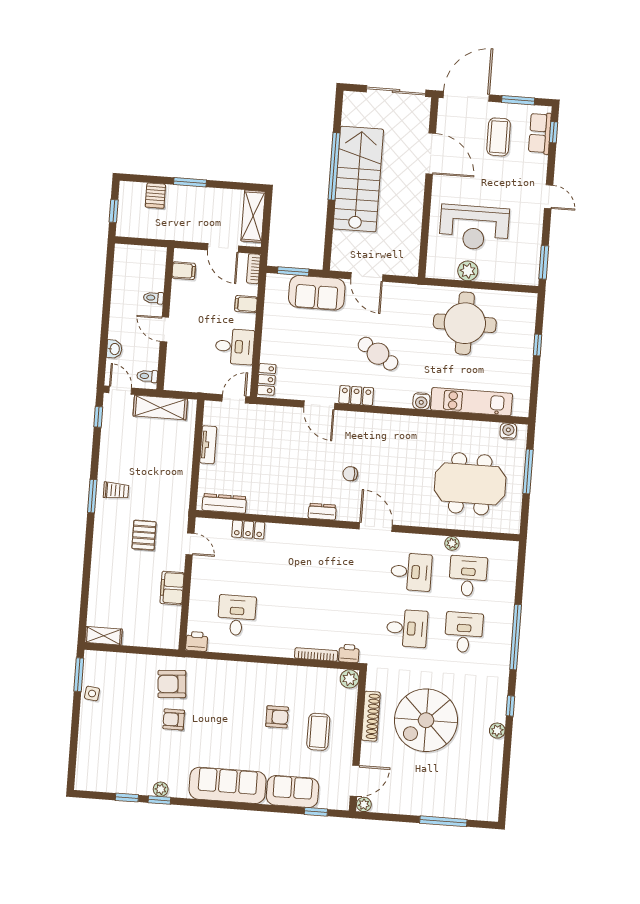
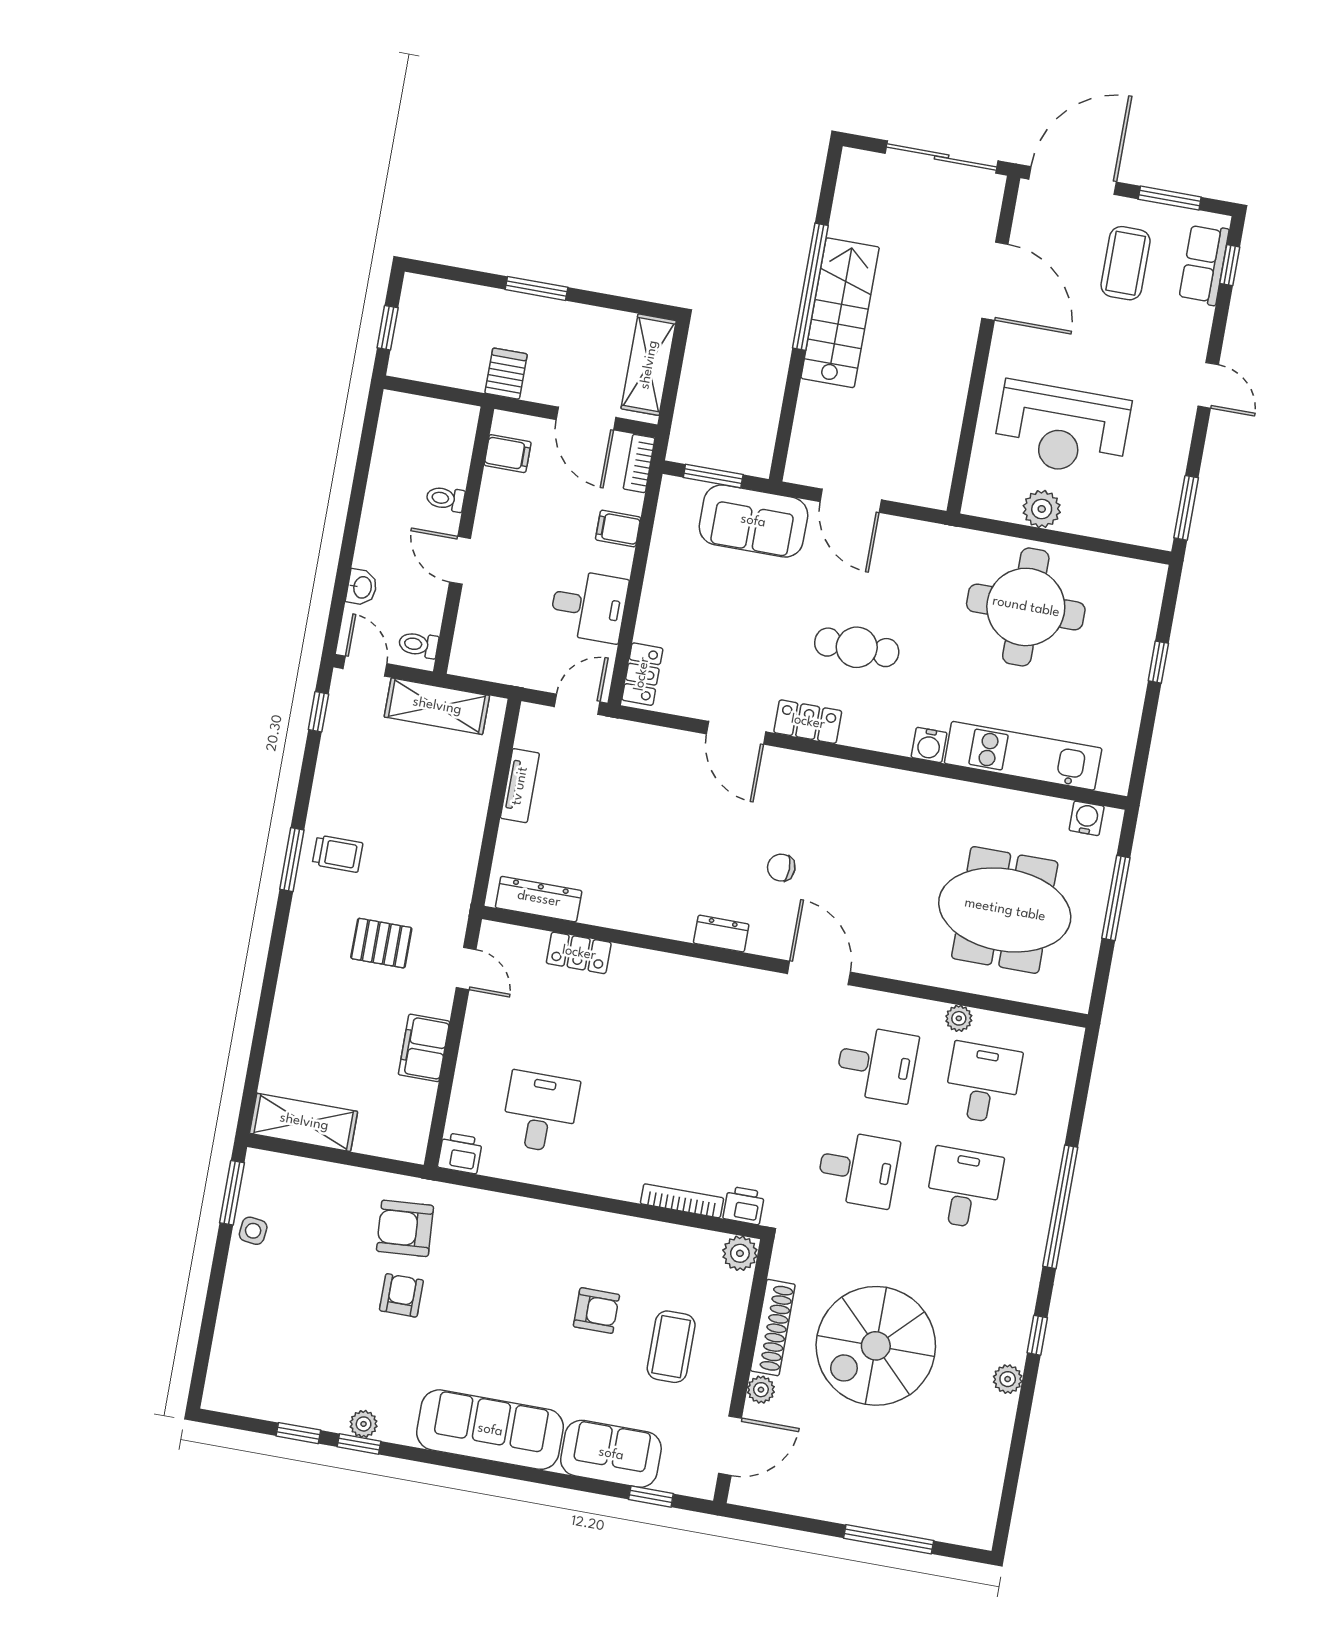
stairs: (358, 179) -> (840, 313), width x0.73, depth x0.66
server rack: (155, 196) -> (506, 374), moved, turned 180
cafe table: (378, 354) -> (857, 647), turned -32
pallet: (144, 535) -> (381, 943), turned 90
shelving: (104, 636) -> (304, 1122), width x1.50, depth x1.33
armchair: (174, 719) -> (401, 1295), turned 90
plant: (364, 804) -> (761, 1390), moved

